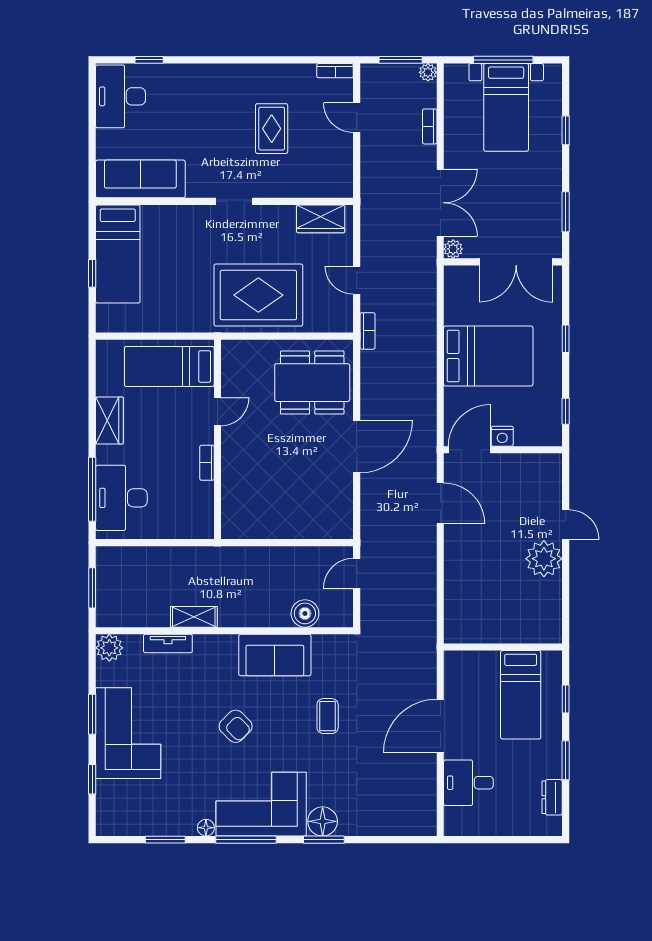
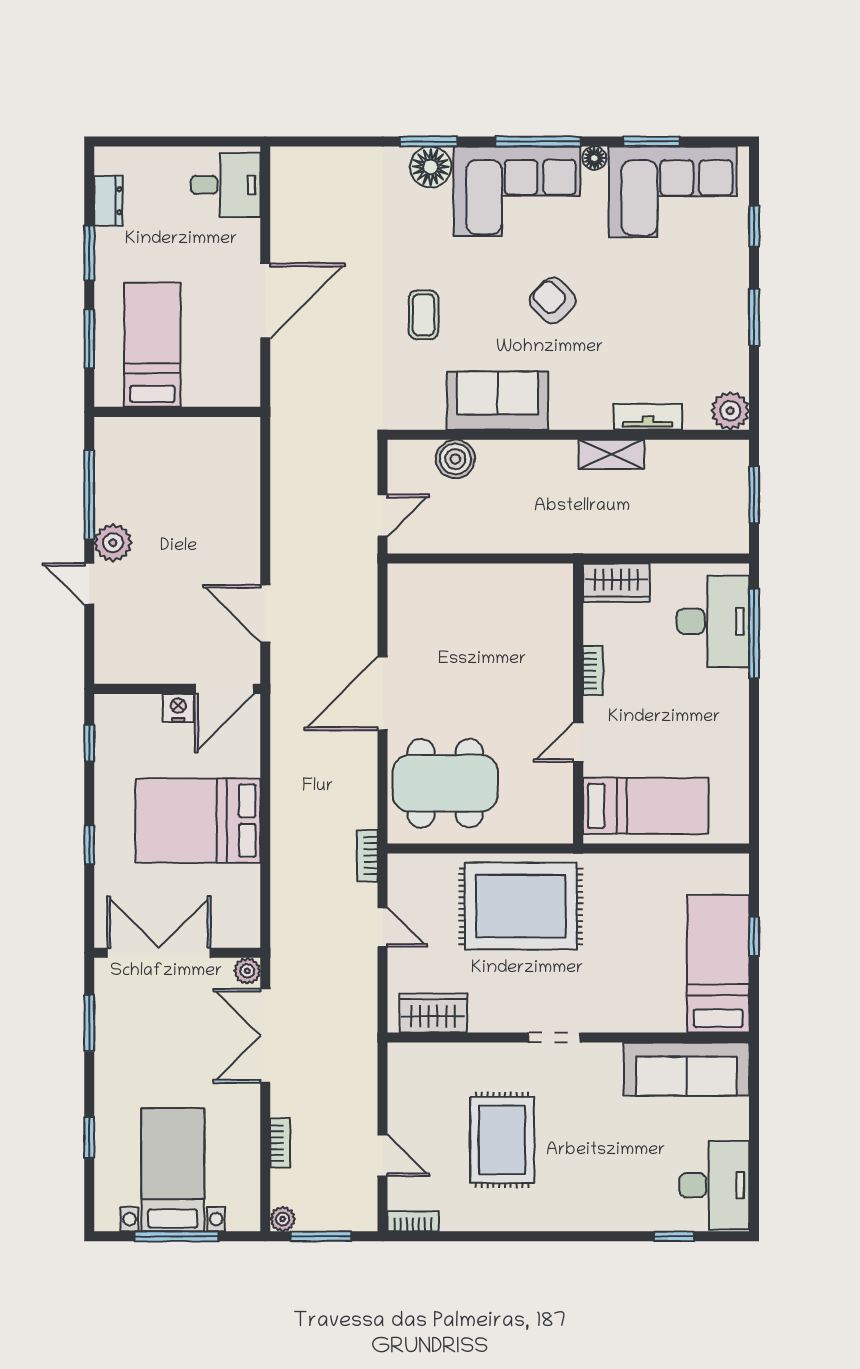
rug: (272, 129) -> (502, 1140), width x1.36, depth x1.43
wardrobe: (109, 420) -> (616, 583), moved, turned -90
plant: (544, 559) -> (113, 543), width x0.73, depth x0.73
window: (566, 588) -> (89, 495), added
window: (566, 699) -> (89, 339), width x1.50
corner sofa: (128, 733) -> (673, 192), moved, turned -90
desk: (468, 783) -> (226, 185), moved

